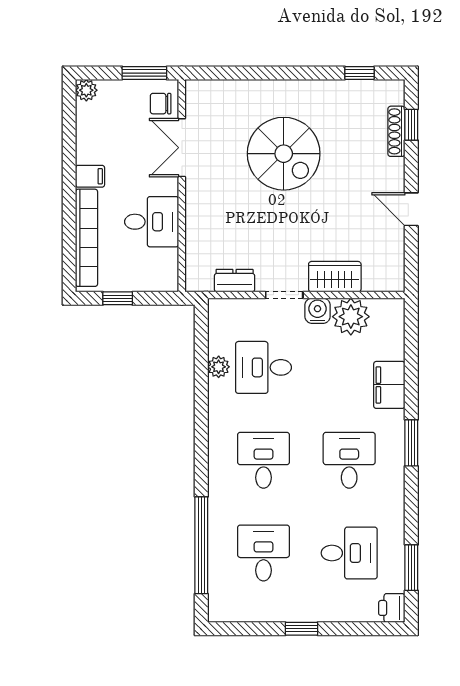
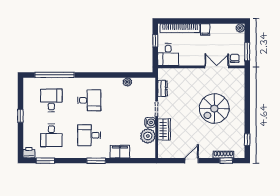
desk: (152, 222) -> (168, 55), moved
desk: (263, 367) -> (127, 100), removed
desk: (349, 460) -> (89, 135), turned 180
desk: (263, 553) -> (51, 100), turned -90

